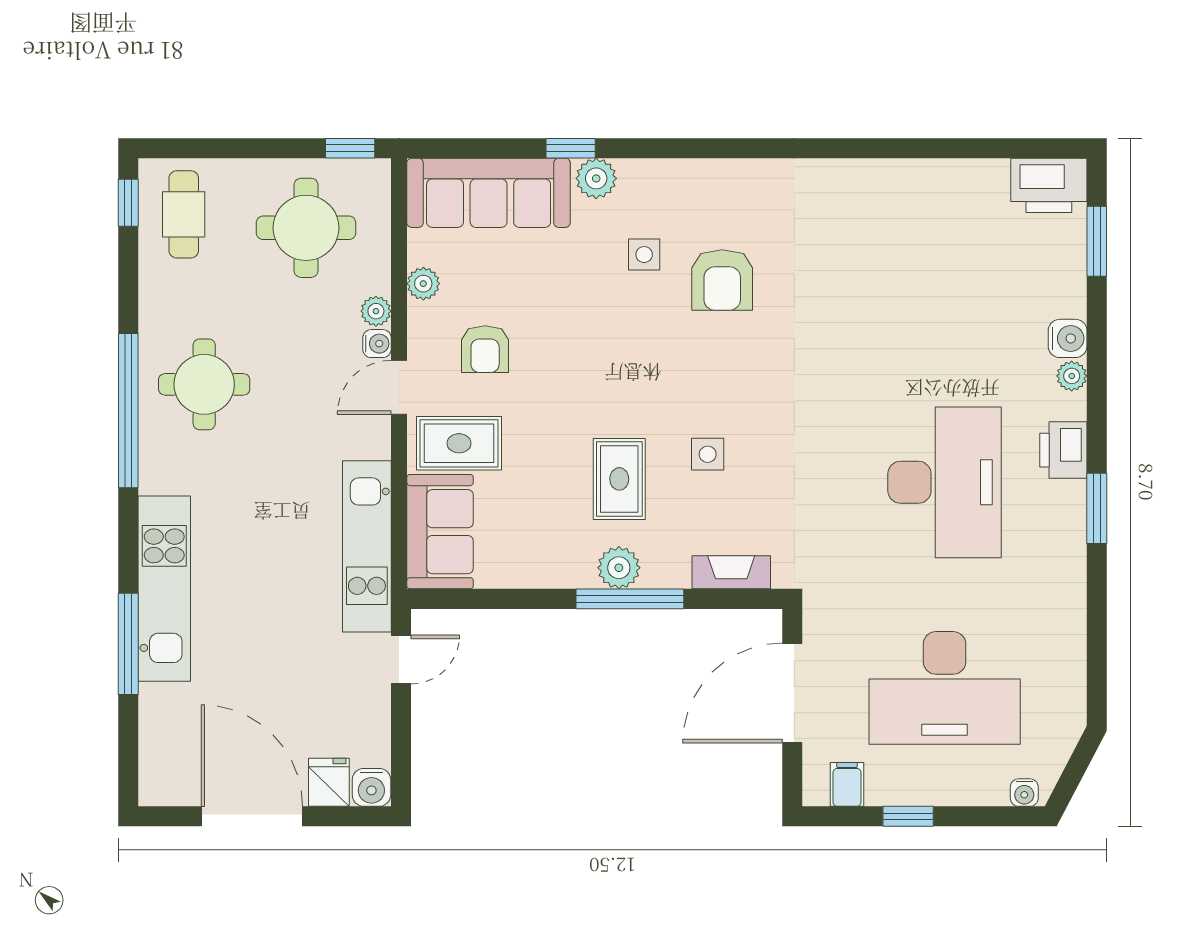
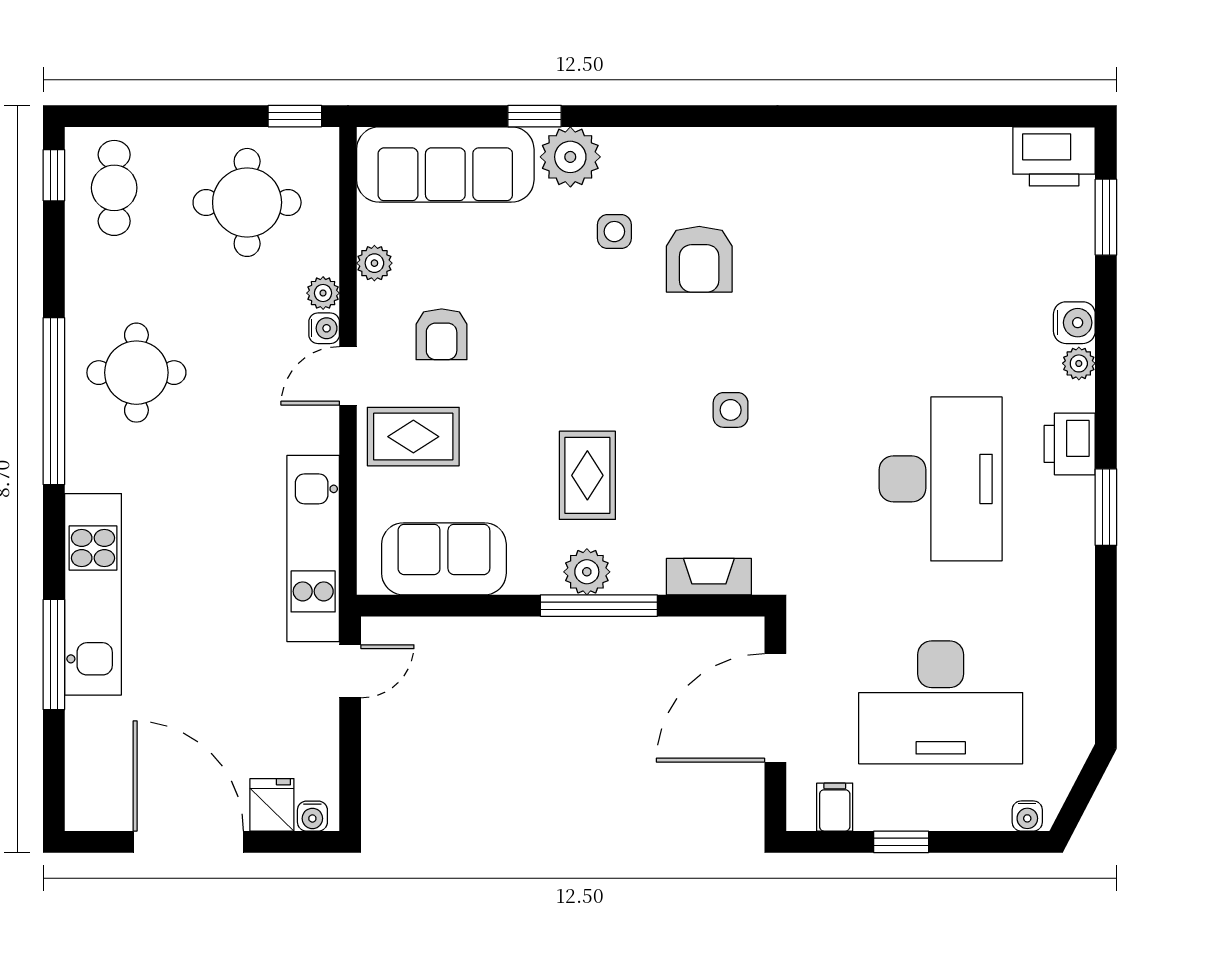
plant: (596, 178) -> (570, 157), width x1.36, depth x1.36
side table: (708, 454) -> (731, 410), moved
sofa: (440, 532) -> (444, 559), moved, turned -90
water cooler: (371, 787) -> (312, 816), width x0.72, depth x0.72

